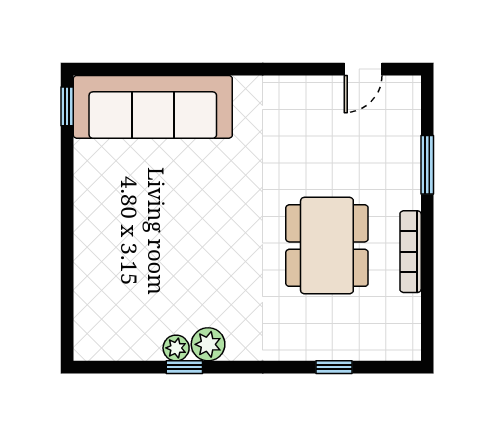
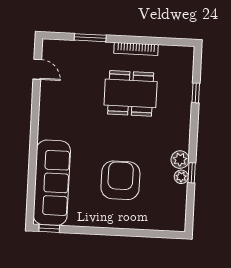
armchair: (164, 235) -> (120, 180), added

